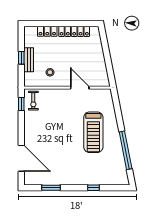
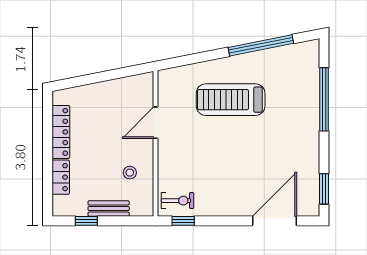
window: (21, 58) -> (86, 221), moved
treadmill: (93, 132) -> (231, 100), turned 180
window: (51, 188) -> (324, 189), moved
window: (94, 188) -> (324, 99), width x3.17

